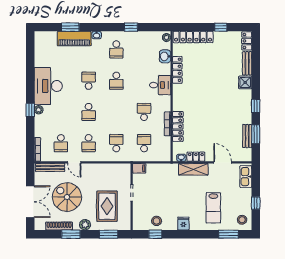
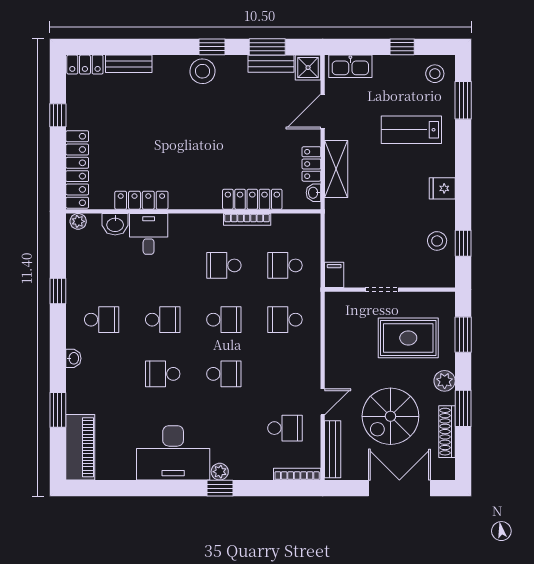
piano: (74, 39) -> (80, 447), moved
shower: (245, 82) -> (308, 68), moved
desk: (160, 85) -> (149, 234), moved
stool: (243, 101) -> (203, 71), added
school desk: (89, 143) -> (224, 320), moved
lab bench: (213, 208) -> (411, 130), turned 180

